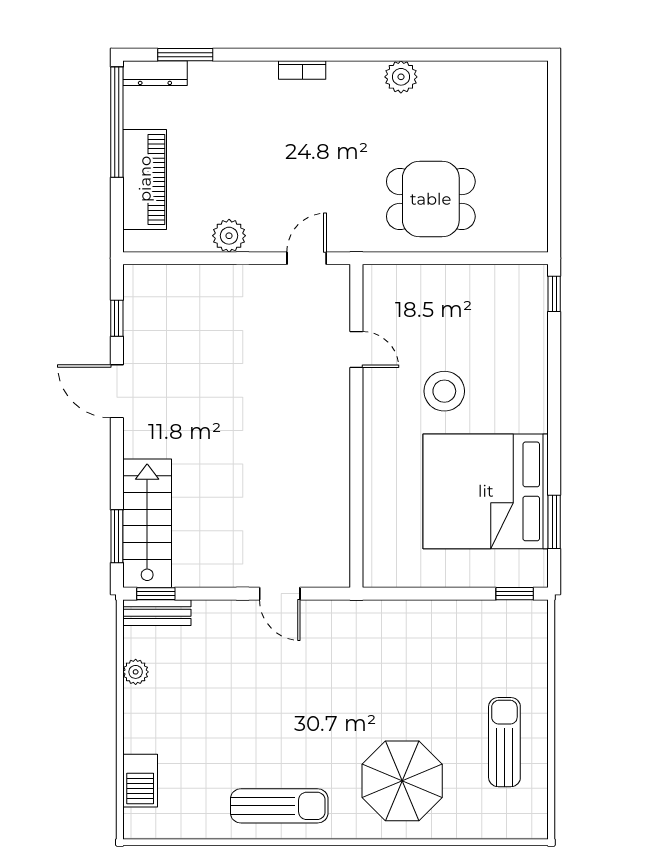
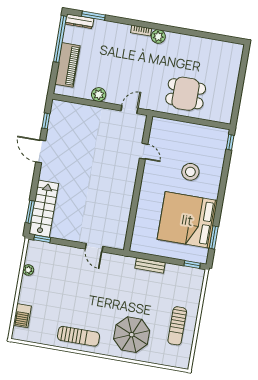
plant: (401, 77) -> (158, 36), moved
stool: (444, 391) -> (190, 172), moved
bench: (157, 613) -> (150, 265), moved
sun lounger: (504, 742) -> (177, 326), turned 180

